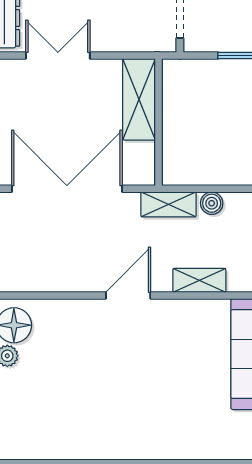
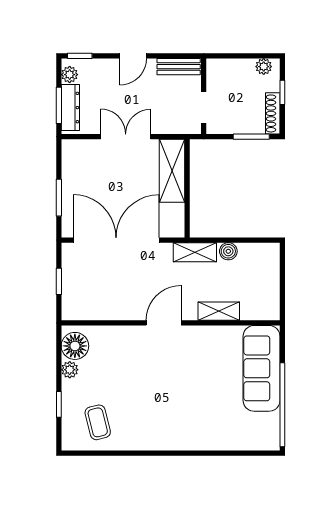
double door: (58, 55) -> (126, 137), moved
coffee table: (43, 424) -> (98, 422), added

